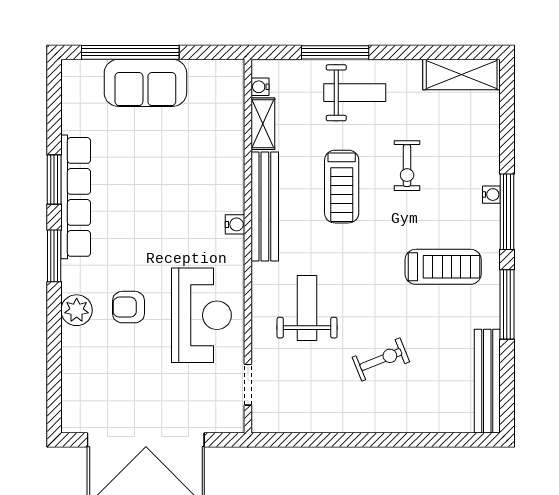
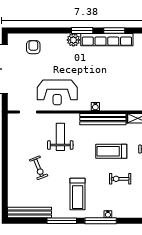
armchair: (129, 307) -> (33, 47), moved
weight bench: (307, 308) -> (60, 137), turned -90
plant: (77, 310) -> (73, 40), moved

